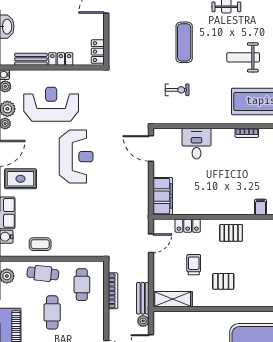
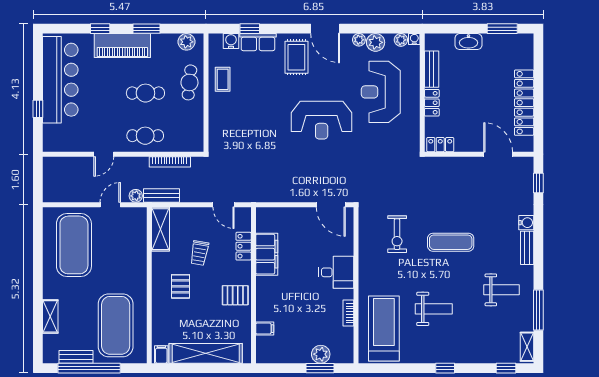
weight bench: (243, 57) -> (434, 309), turned 90
exercise bike: (177, 90) -> (397, 234), width x1.38, depth x1.39
reception desk: (51, 104) -> (381, 92), turned 180
desk: (197, 144) -> (336, 272), moved
door: (151, 148) -> (331, 205), swing flipped
filing cabinet: (163, 196) -> (267, 254), moved, turned -90
pallet: (231, 233) -> (235, 295), turned 90
trolley: (194, 265) -> (199, 253), turned 100
cafe table: (82, 285) -> (145, 136), moved

